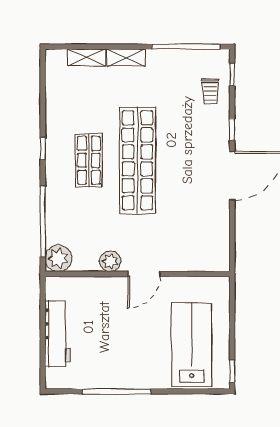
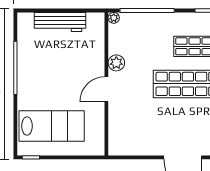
plant: (58, 258) -> (114, 18), width x0.53, depth x0.53
door: (144, 274) -> (106, 89), hinge flipped

